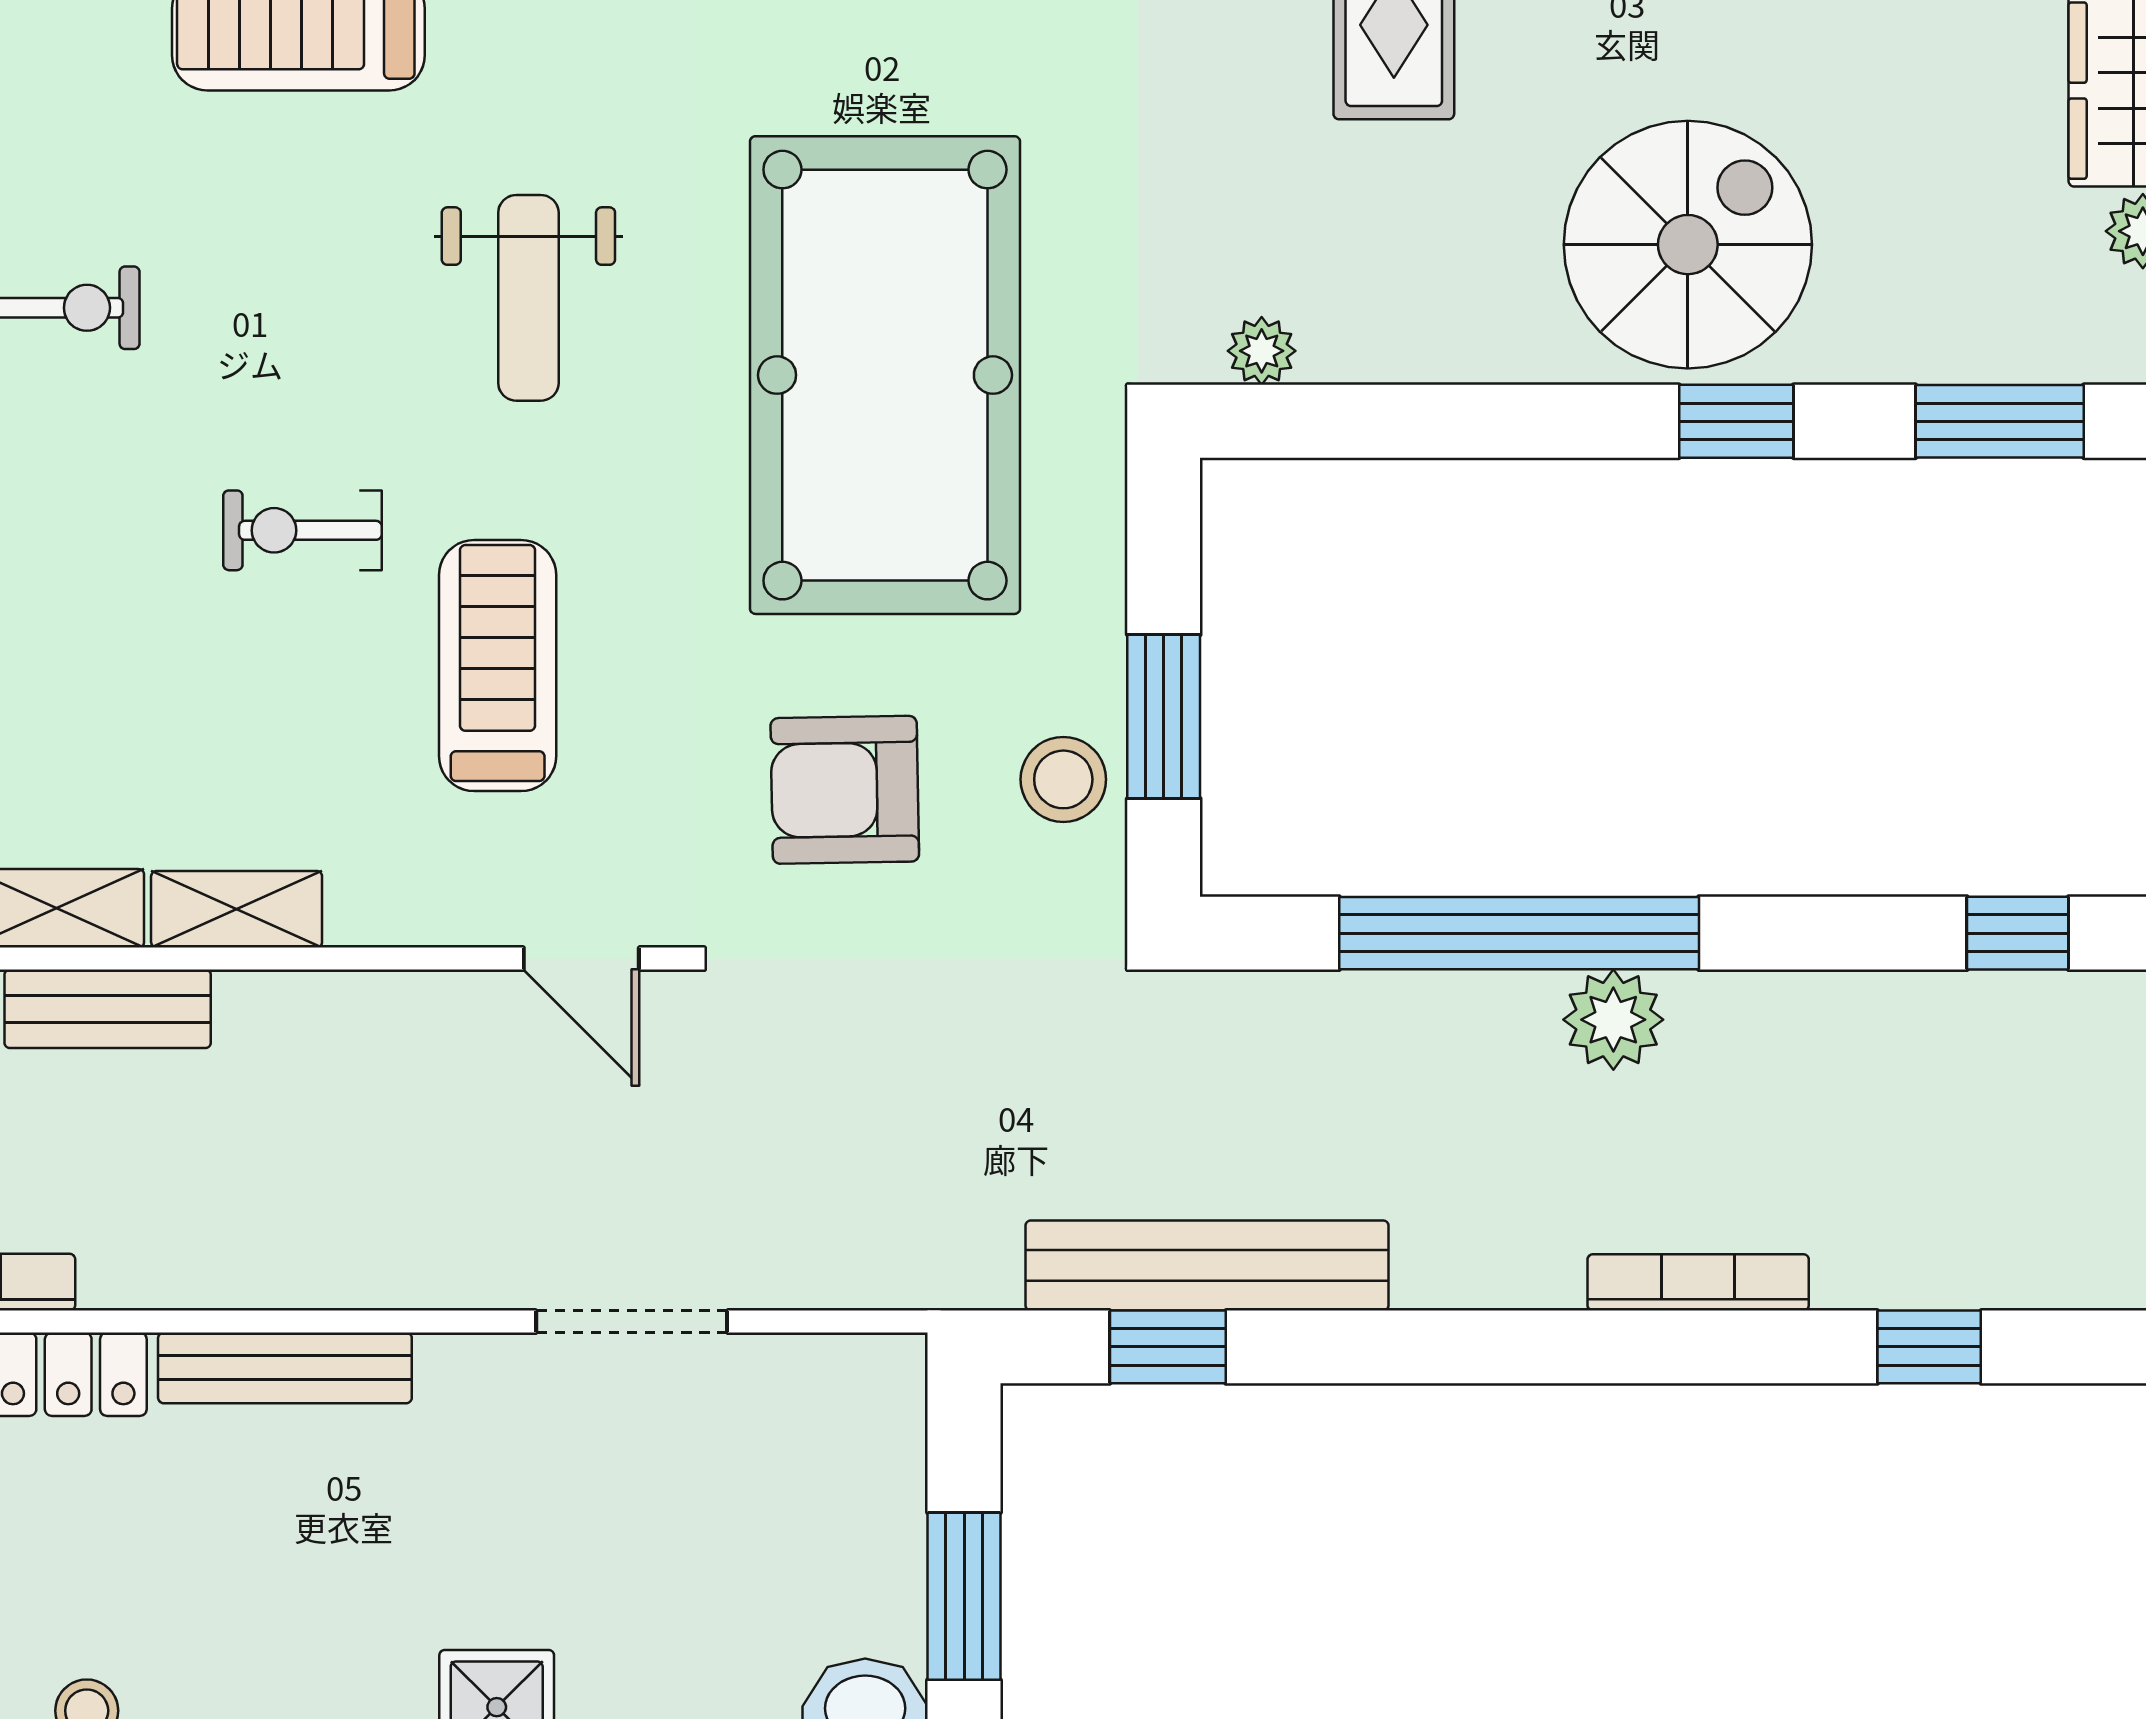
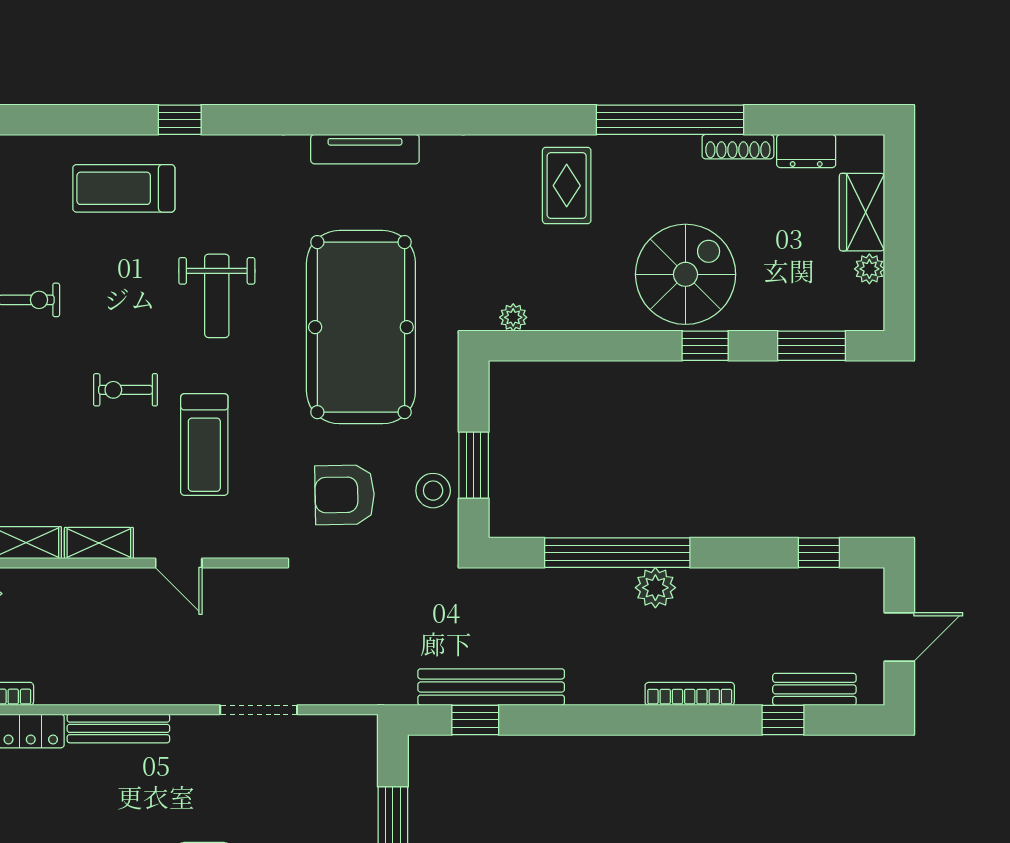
treadmill: (498, 666) -> (204, 445), turned 180
door: (581, 959) -> (179, 563), moved
bench: (108, 1009) -> (814, 689), moved

